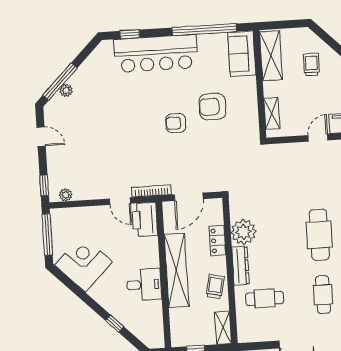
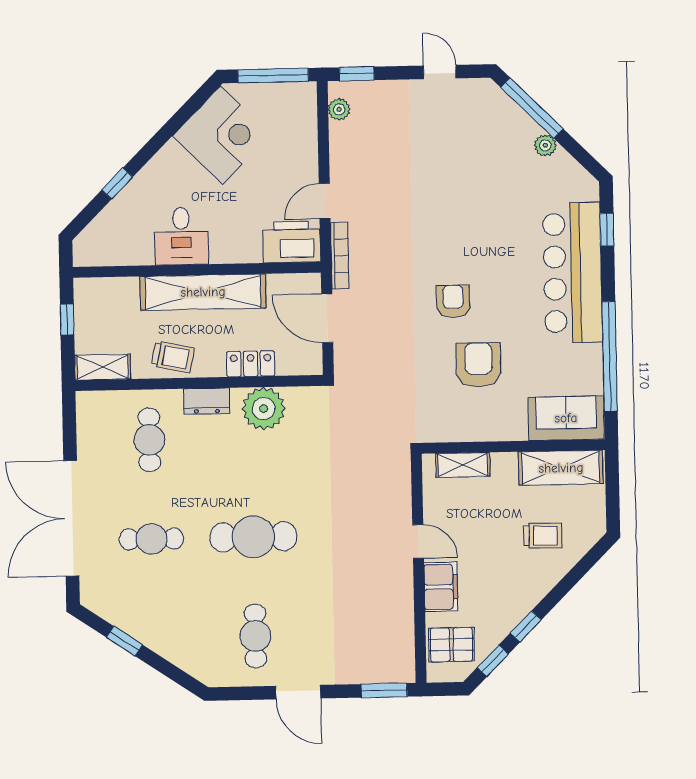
plant: (66, 90) -> (545, 145), moved
door: (41, 137) -> (440, 72), swing flipped
dresser: (241, 266) -> (207, 401), width x0.70

